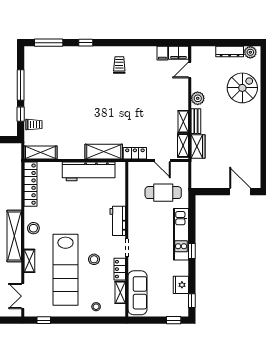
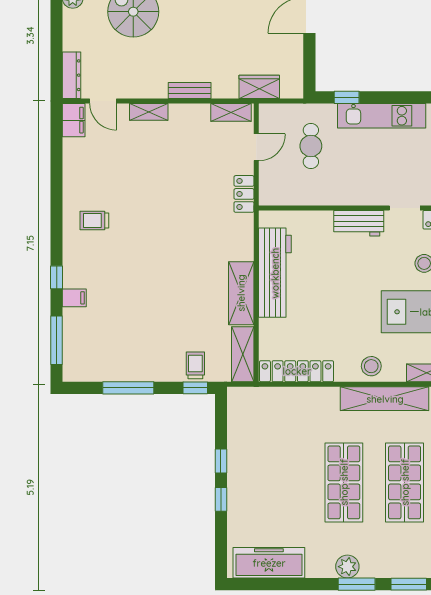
dresser: (230, 52) -> (72, 75), moved
filing cabinet: (162, 53) -> (74, 298), moved
plant: (198, 98) -> (151, 87), removed
window: (21, 114) -> (195, 388), moved
shelving: (183, 122) -> (149, 112), moved
wardrobe: (198, 147) -> (259, 87), moved
shelving: (104, 152) -> (241, 293), moved
cafe table: (163, 193) -> (311, 146), width x0.73, depth x0.74
window: (192, 251) -> (347, 97), moved

